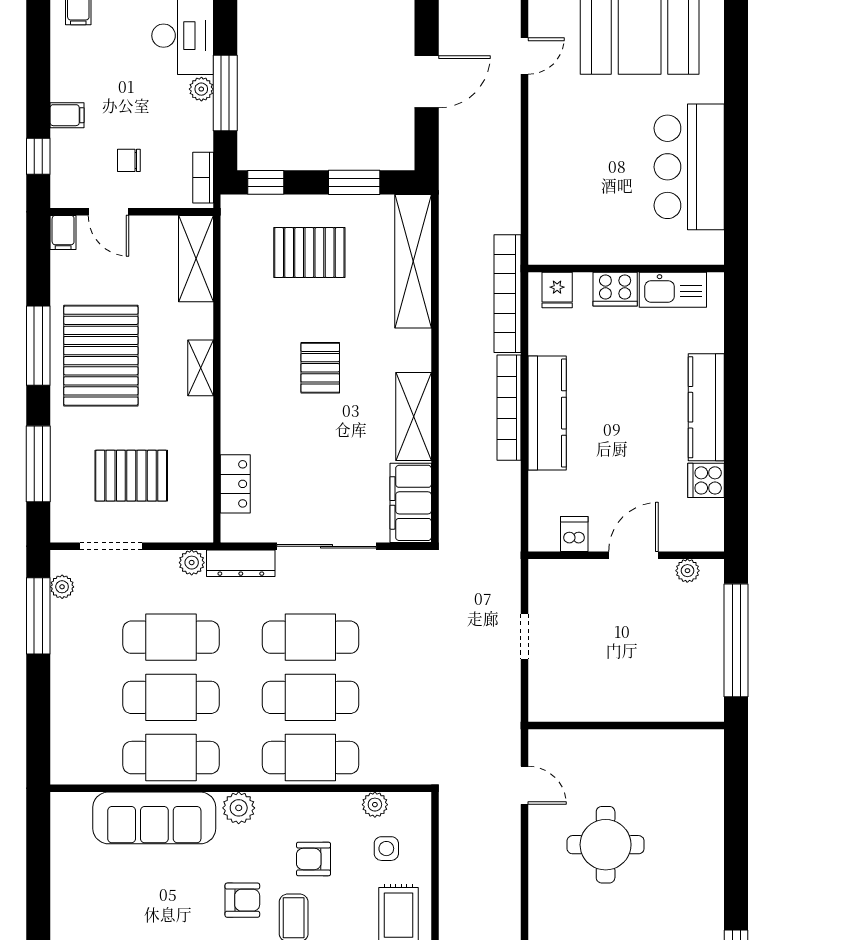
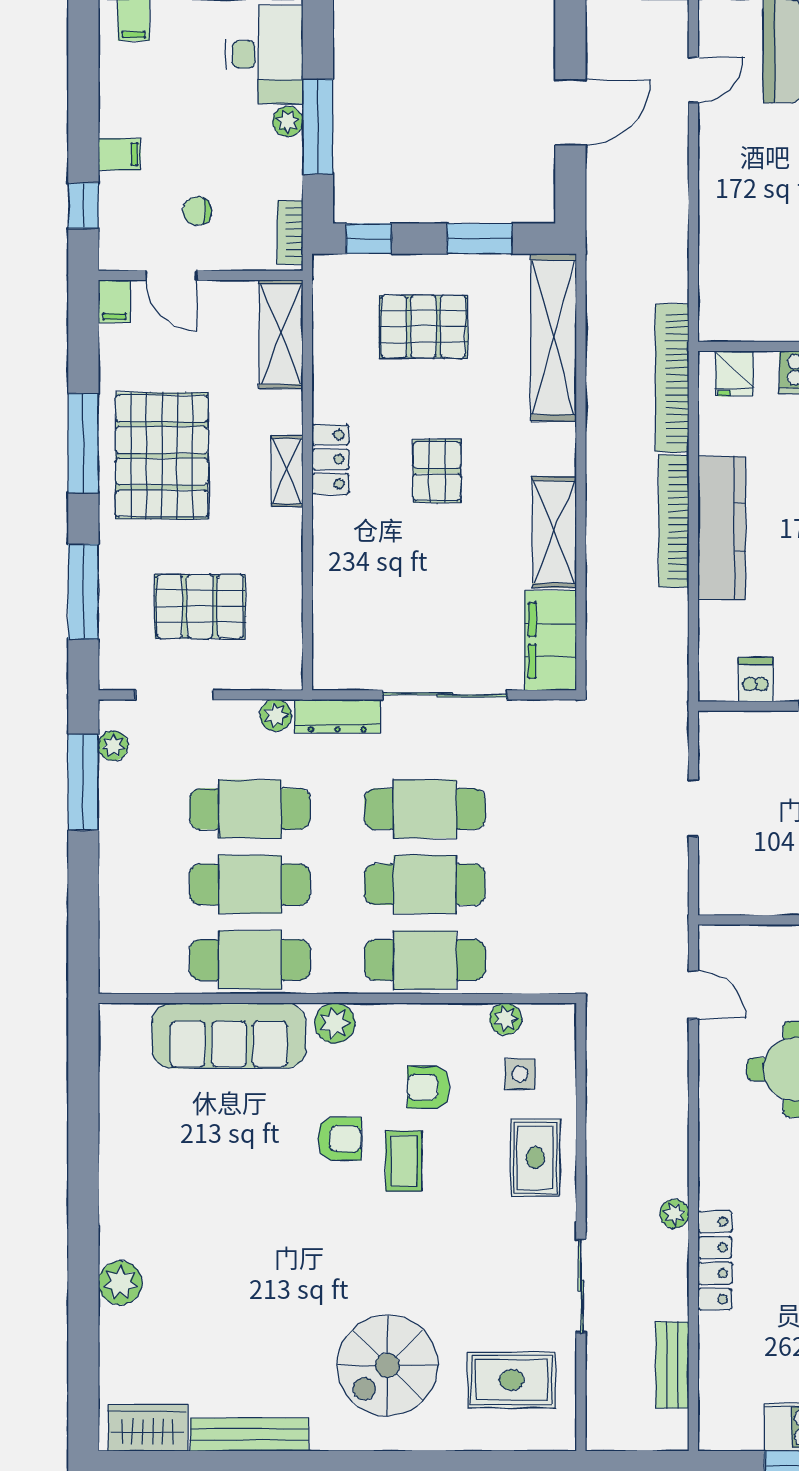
locker: (235, 484) -> (330, 459), moved

